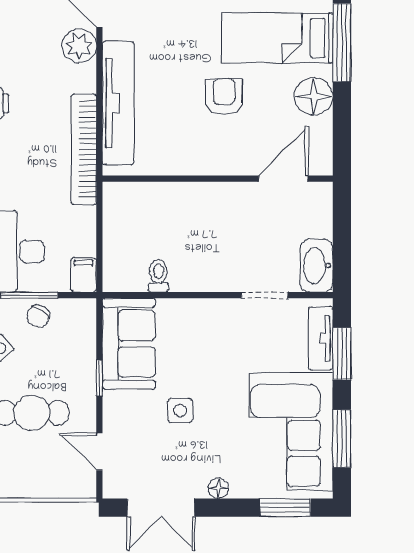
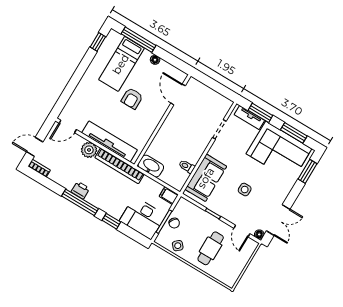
plant: (79, 46) -> (89, 150), moved
floor lamp: (314, 96) -> (155, 60), width x0.53, depth x0.53
armchair: (224, 97) -> (132, 98), turned -90
washbasin: (317, 266) -> (151, 166), moved, turned 180
sofa: (129, 344) -> (206, 178), moved, turned 90
door: (99, 452) -> (242, 231), hinge flipped
floor lamp: (218, 488) -> (259, 234), moved

